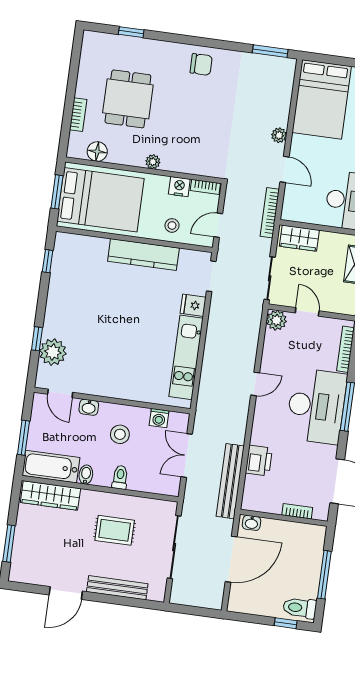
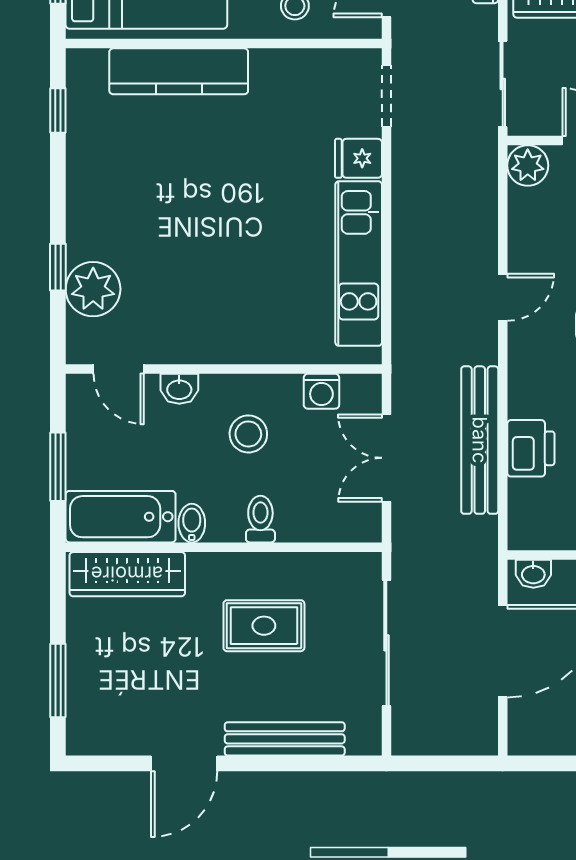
kitchen counter: (143, 255) -> (179, 71), moved
bench: (230, 481) -> (480, 440), moved

